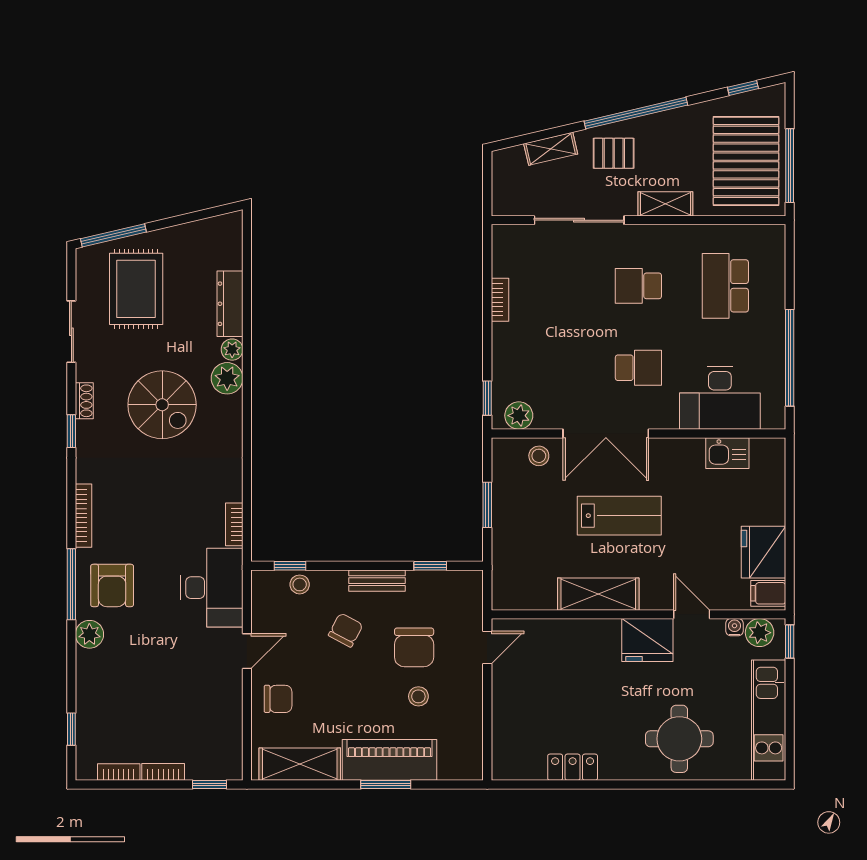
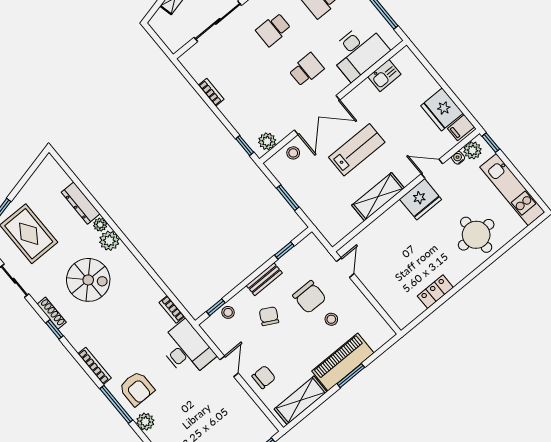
shoe rack: (84, 401) -> (52, 313), width x1.43

